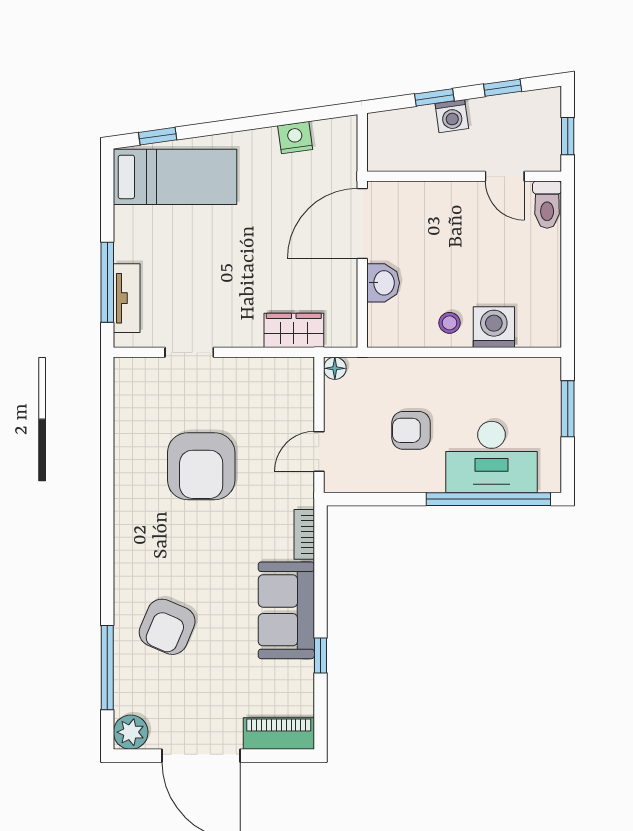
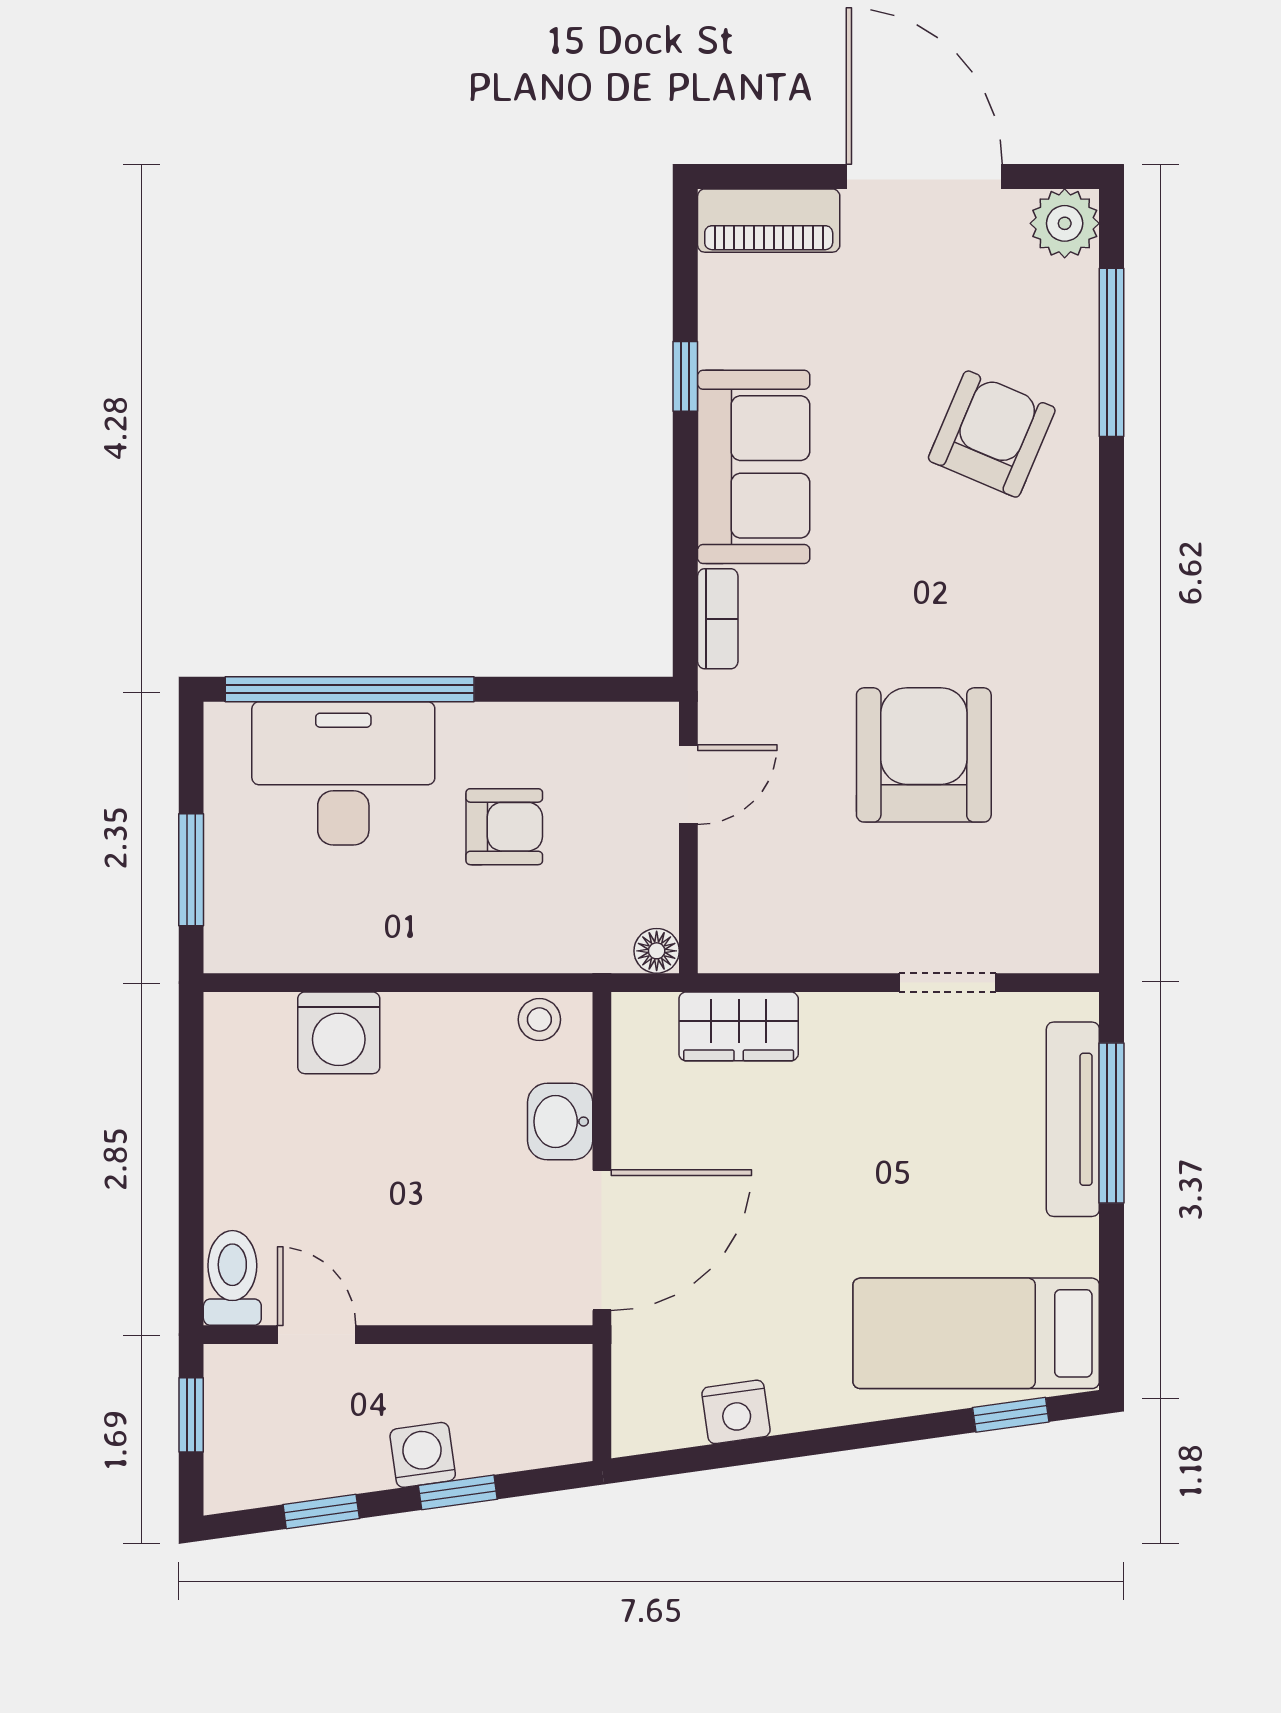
tv unit: (127, 298) -> (1073, 1119), width x1.41
stool: (449, 323) -> (539, 1020), moved

